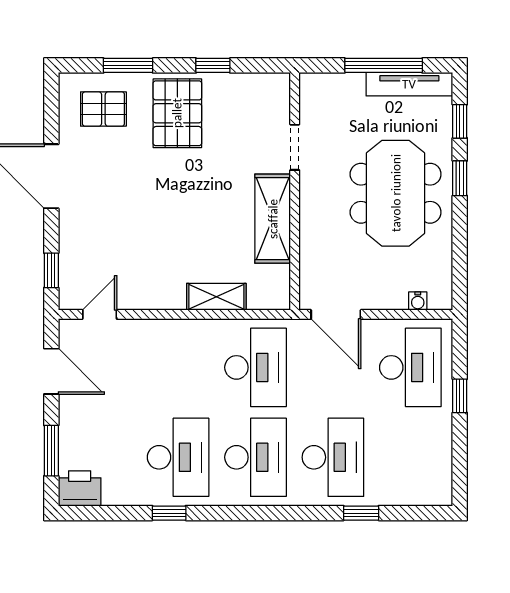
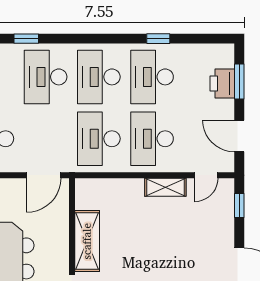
shelving: (216, 297) -> (165, 187), moved
door: (336, 314) -> (44, 175), swing flipped
desk: (178, 367) -> (152, 139), added
printer: (80, 488) -> (222, 84), moved, turned 90

